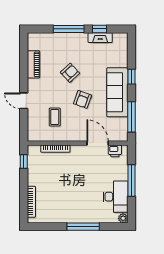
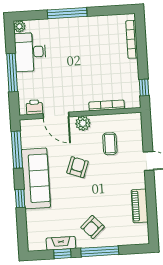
armchair: (70, 73) -> (93, 227), moved
plant: (76, 135) -> (83, 123), added

